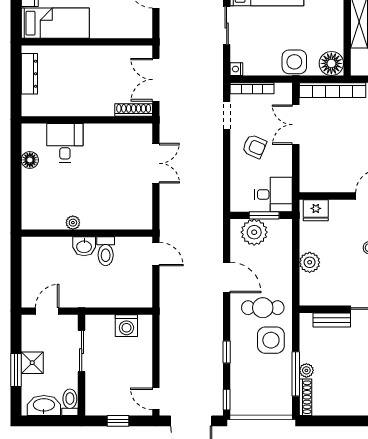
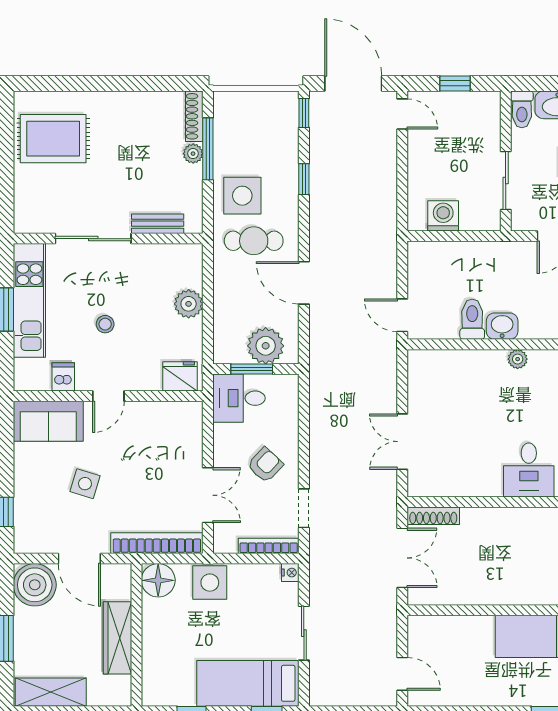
armchair: (254, 146) -> (265, 465), turned 110

